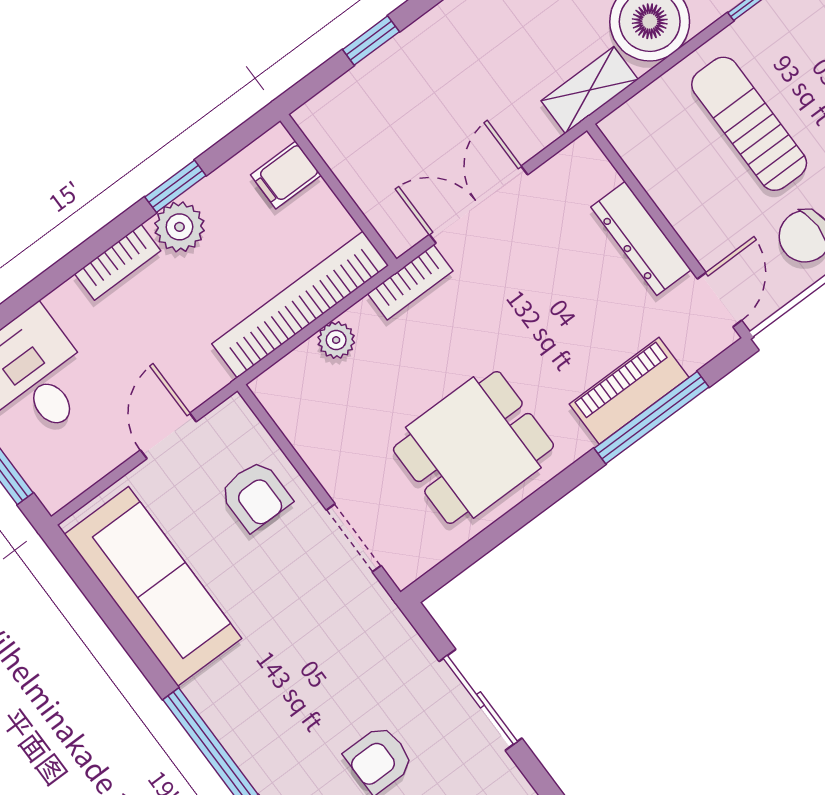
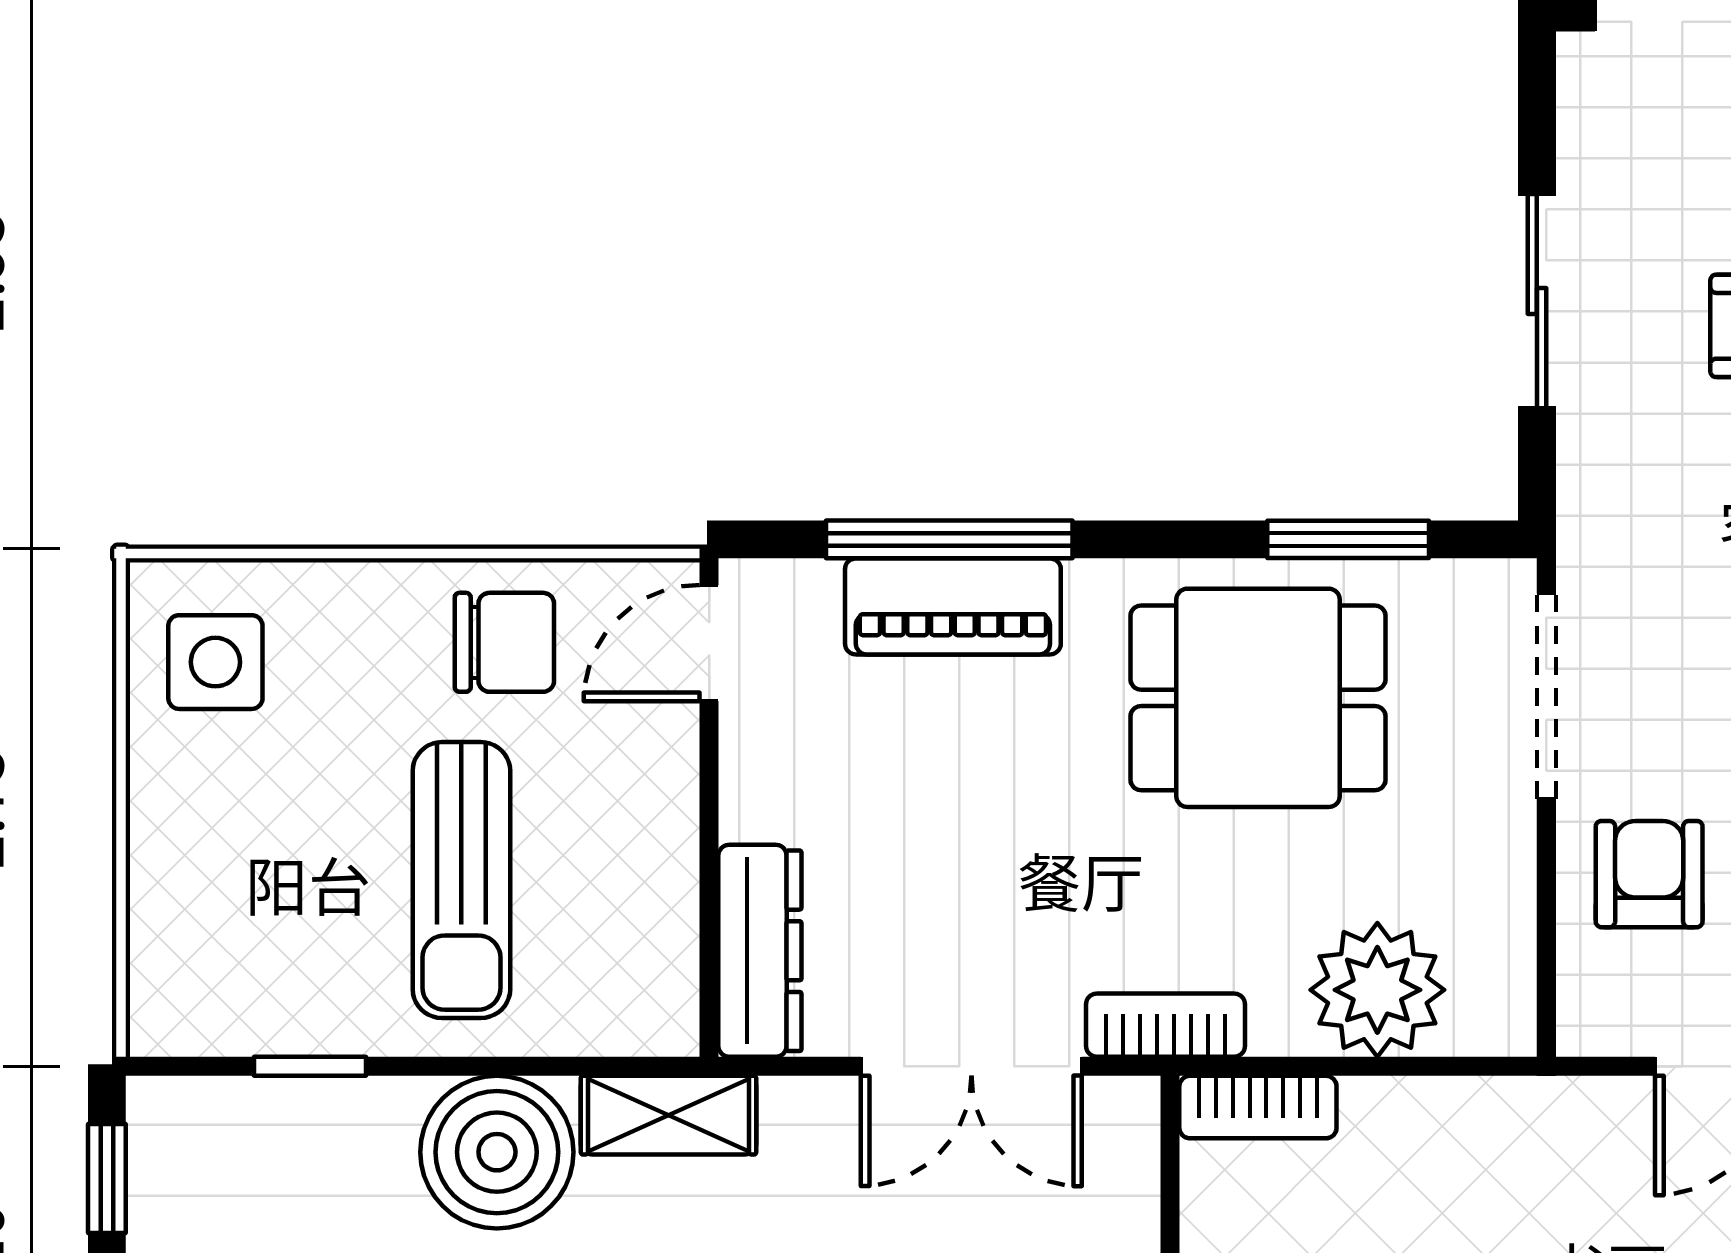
dresser: (641, 238) -> (760, 951), moved
bookcase: (300, 305) -> (1258, 1107), width x0.43, depth x0.76
plant: (336, 340) -> (1377, 990), width x1.87, depth x1.87
doorway: (354, 538) -> (1546, 696), width x1.38
window: (485, 542) -> (1348, 539), added

